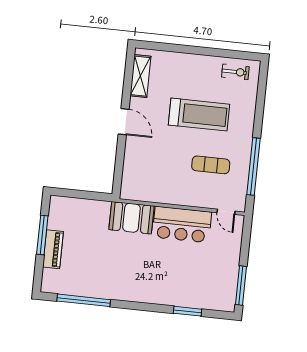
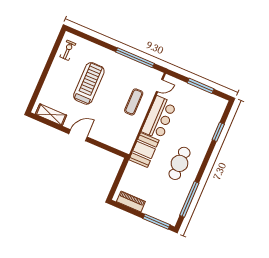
exercise mat: (211, 165) -> (134, 102), moved
window: (42, 235) -> (156, 222), moved
piano: (53, 249) -> (131, 202), moved
cafe table: (128, 272) -> (179, 163), added
window: (241, 286) -> (201, 86), moved

